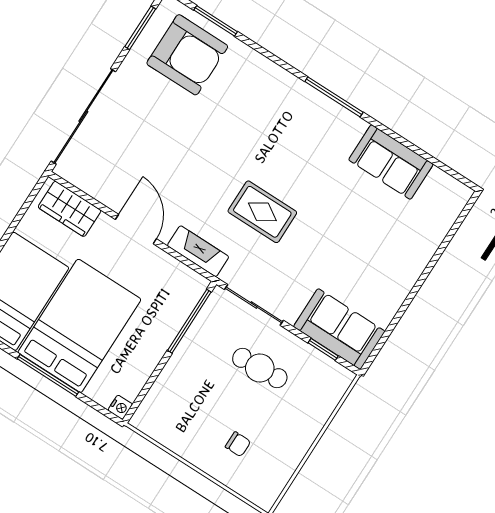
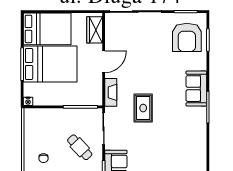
sofa: (391, 162) -> (196, 89), moved
cafe table: (260, 368) -> (80, 147), turned -40

